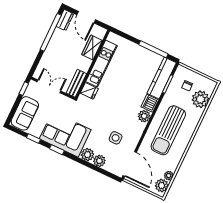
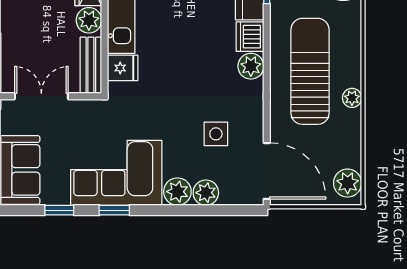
plant: (85, 64) -> (89, 20), added
sun lounger: (168, 130) -> (310, 71), turned 180
plant: (169, 176) -> (352, 98), moved

